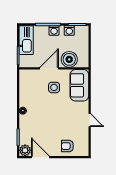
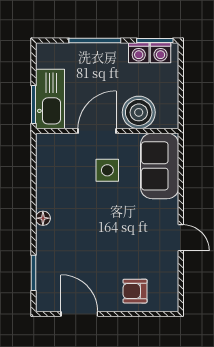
washing machine: (54, 30) -> (161, 53), moved
kitchen sink: (26, 40) -> (50, 99), moved
plant: (25, 150) -> (48, 300), removed

